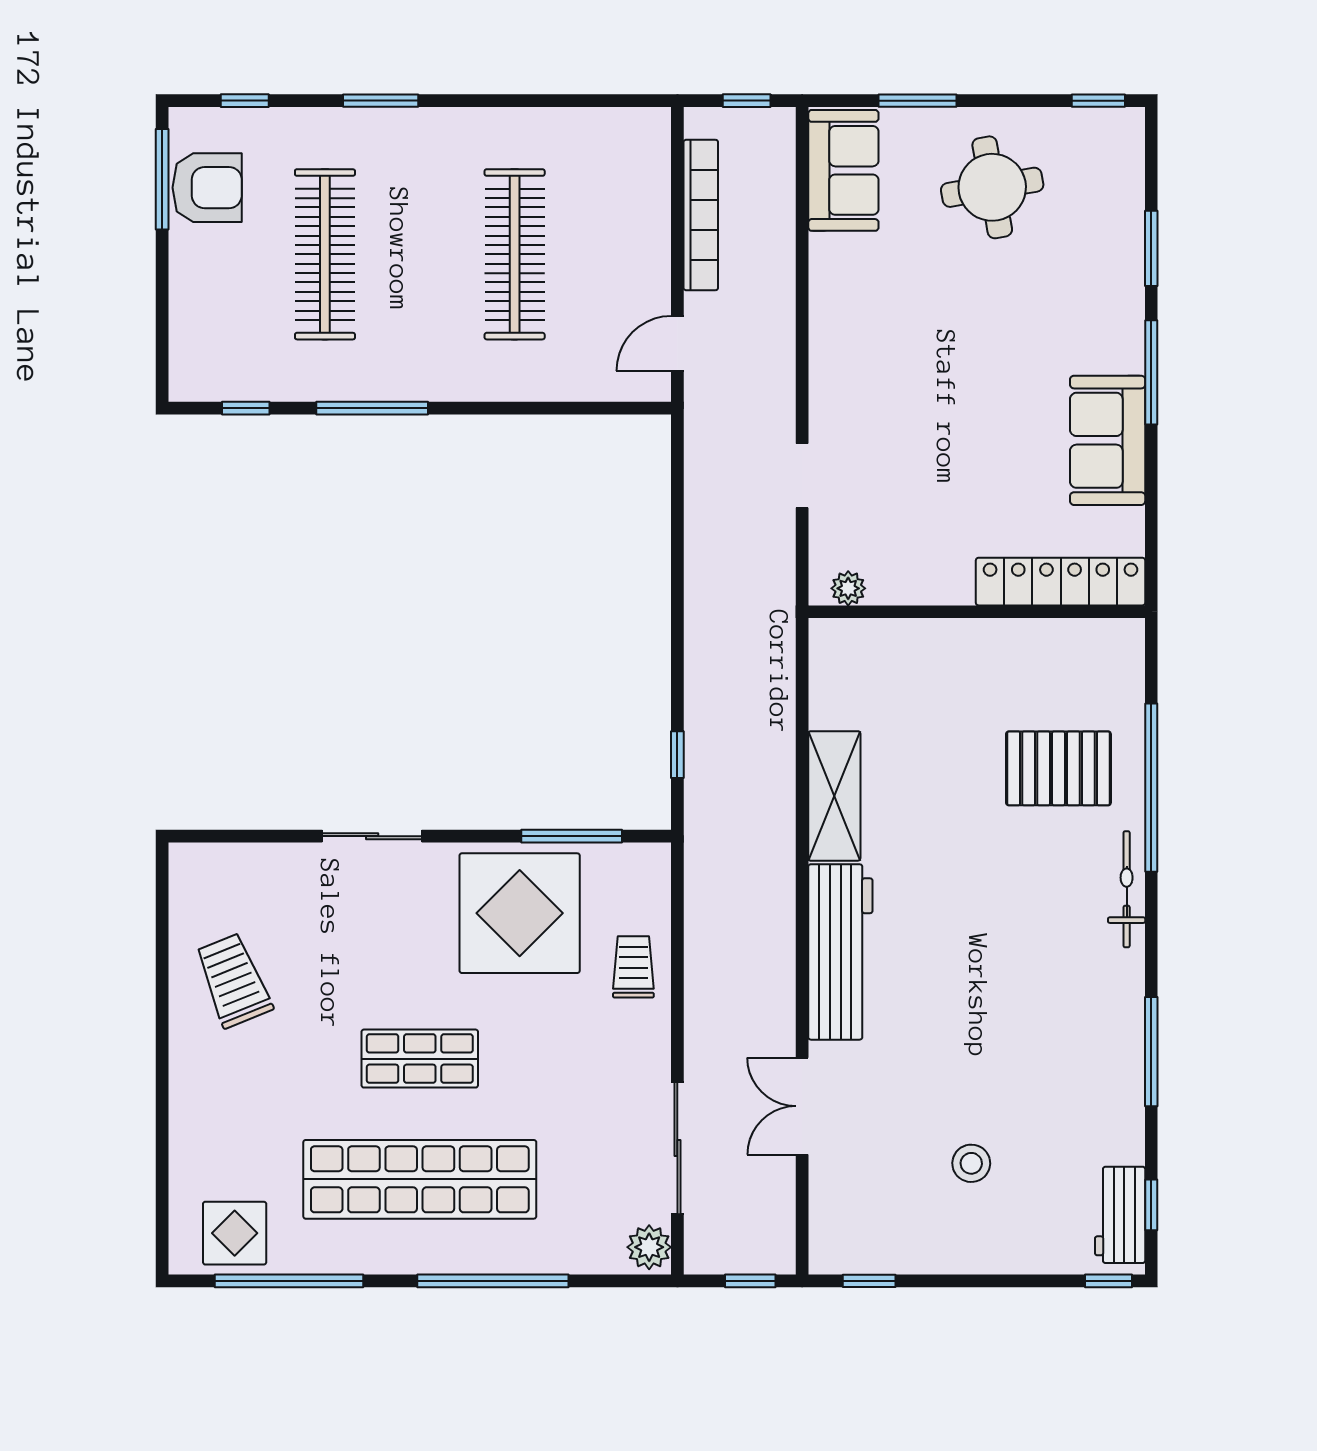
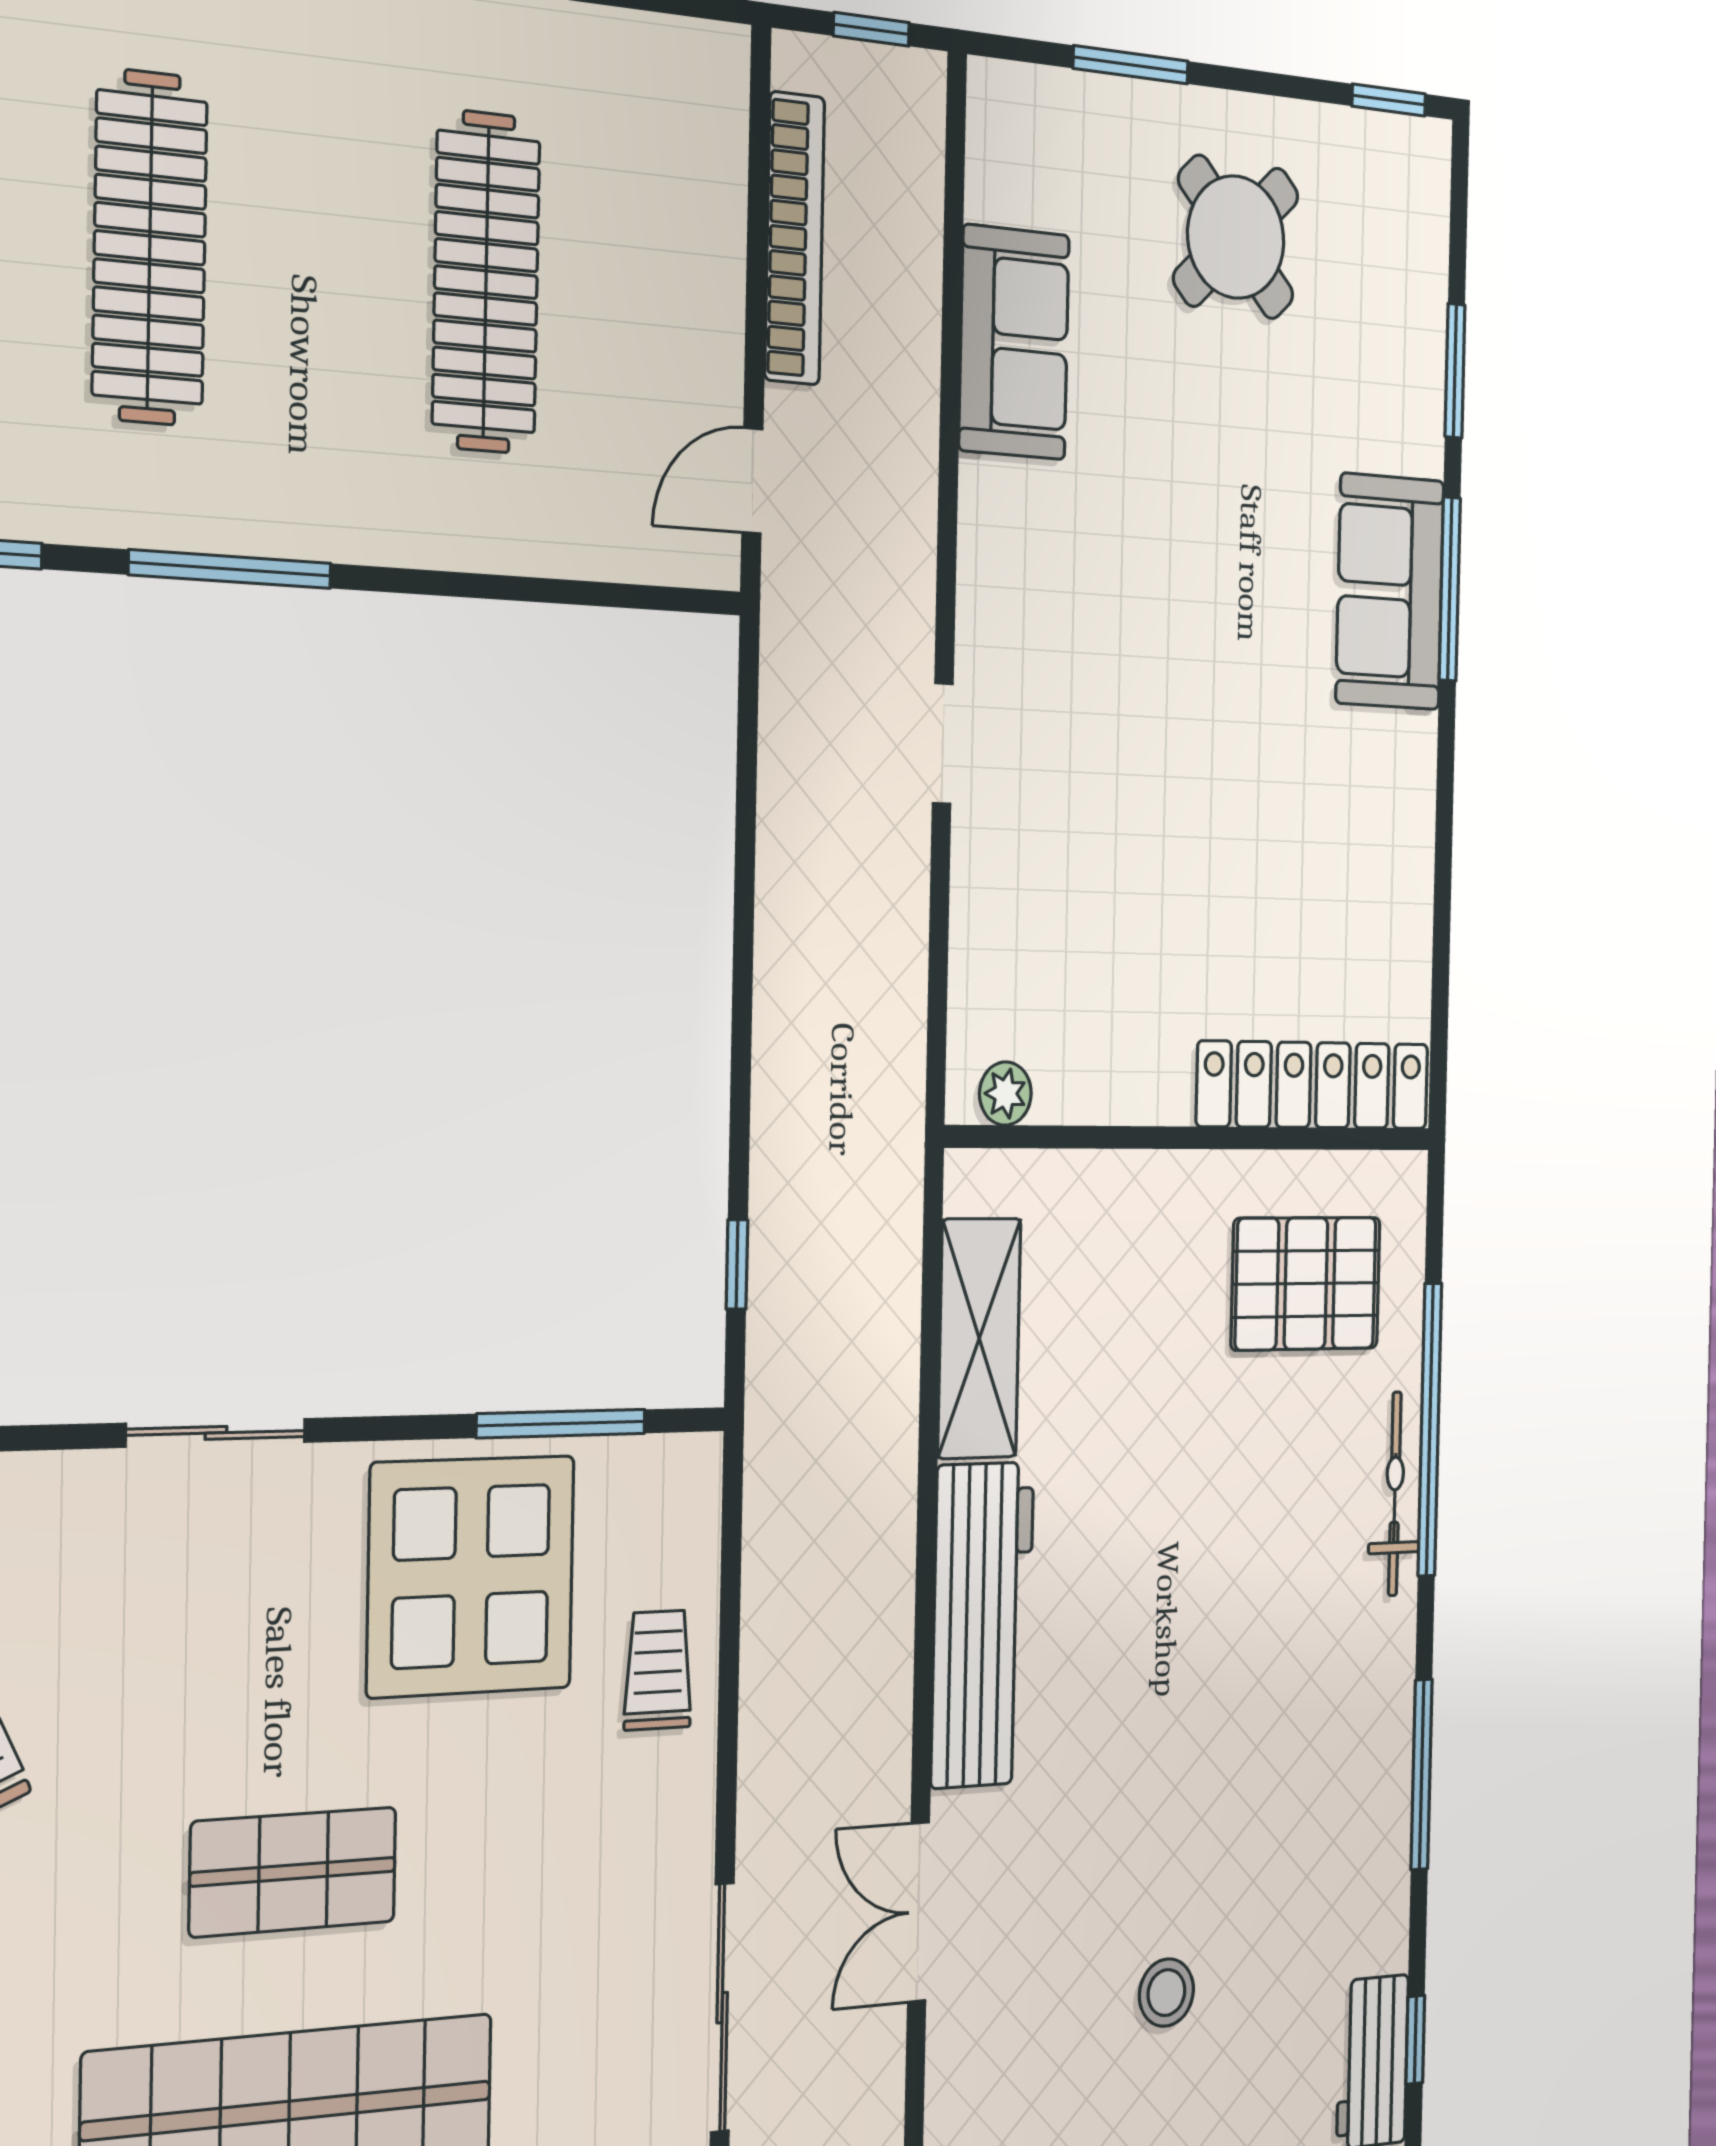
sofa: (843, 170) -> (1014, 342), moved
round table: (992, 187) -> (1236, 237), turned -33
sofa: (1108, 440) -> (1390, 592), moved
locker: (1061, 582) -> (1313, 1085), moved
plant: (848, 588) -> (1005, 1094), moved
wall: (977, 612) -> (1193, 1138), moved
window: (1151, 788) -> (1430, 1430), moved

